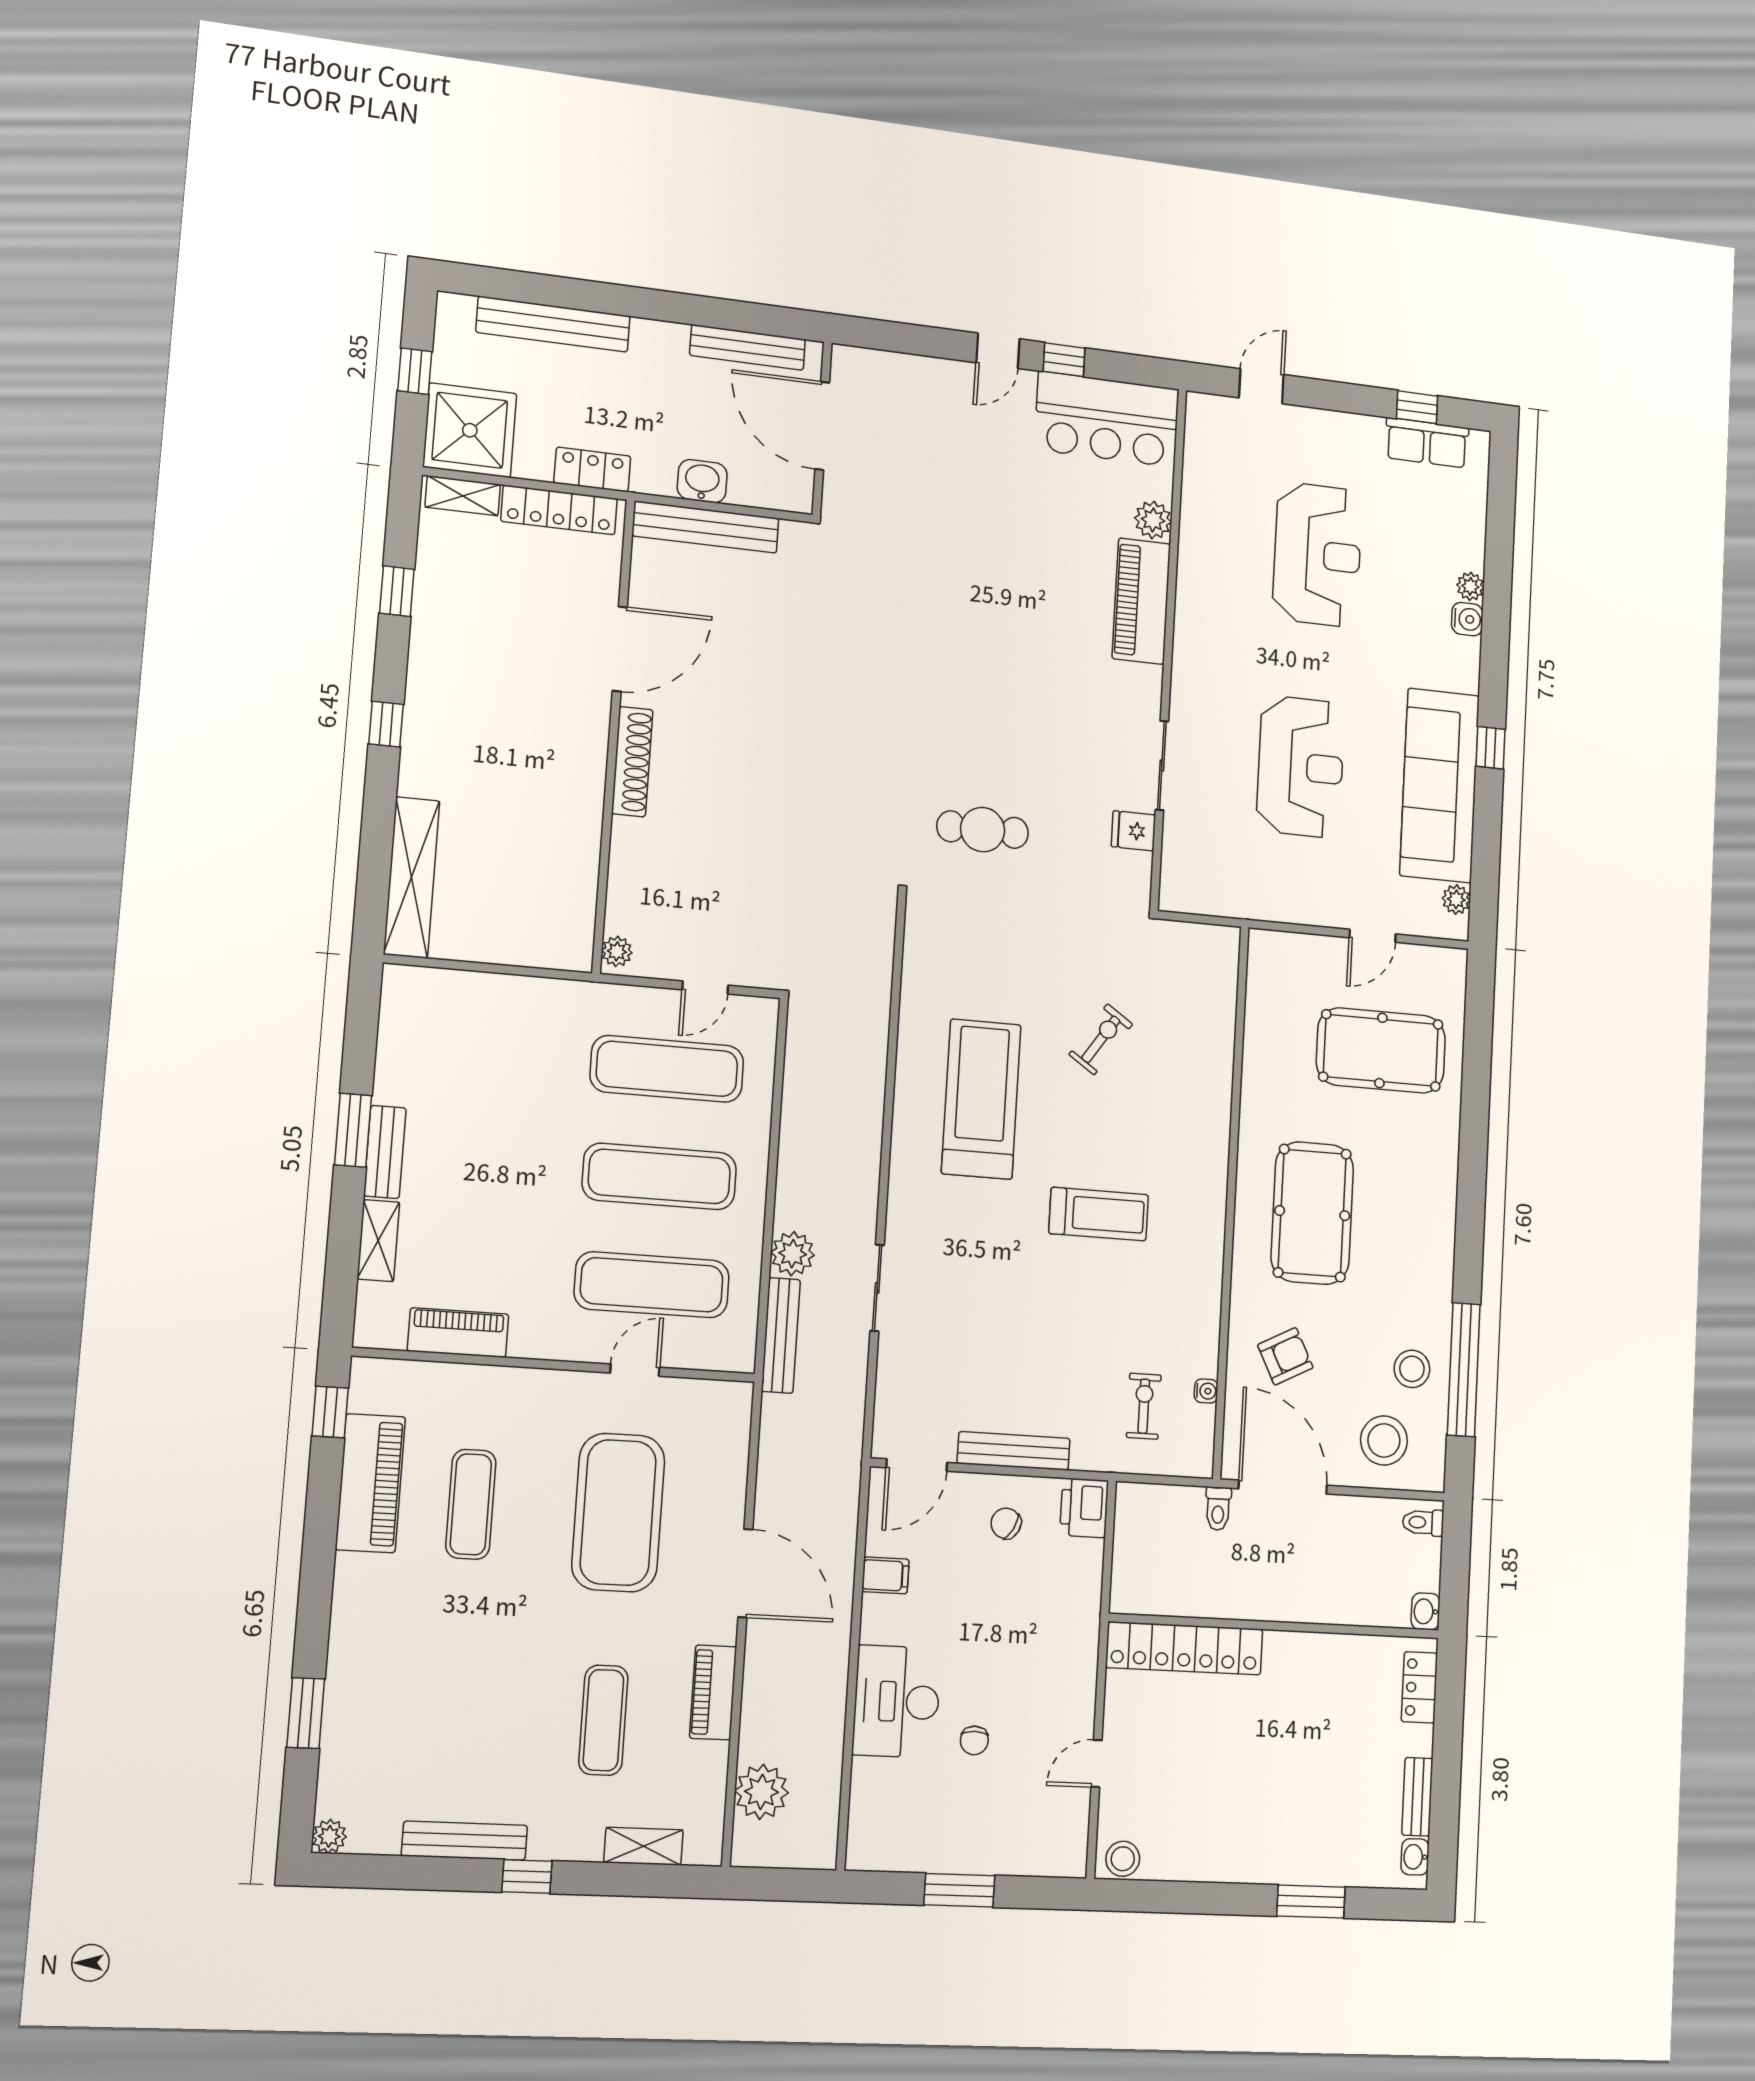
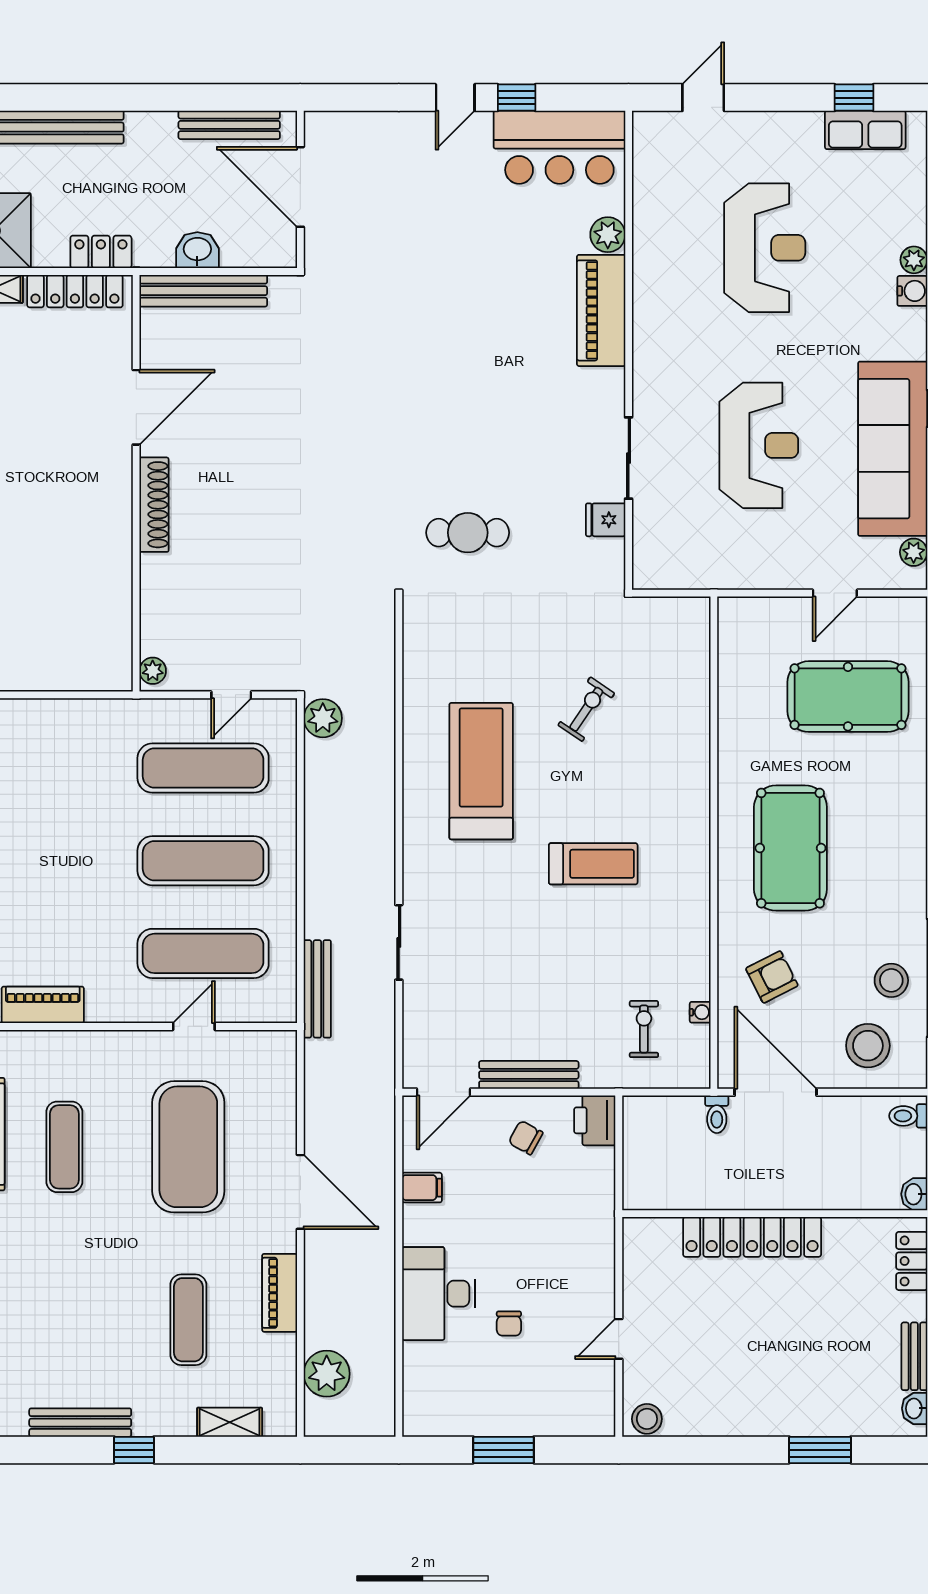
plant: (793, 1254) -> (323, 718), moved
locker: (1184, 1648) -> (752, 1237), moved

